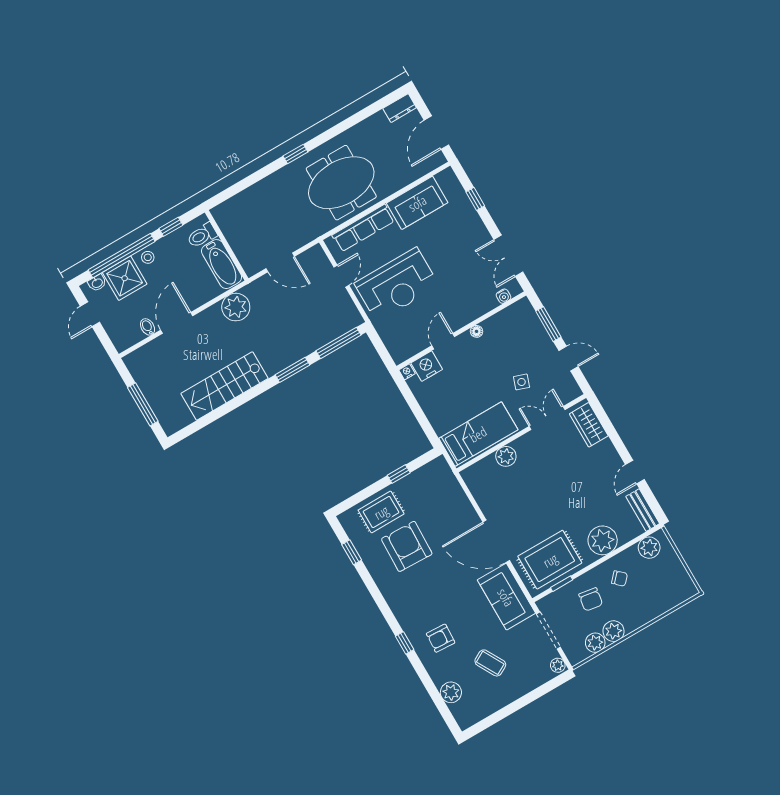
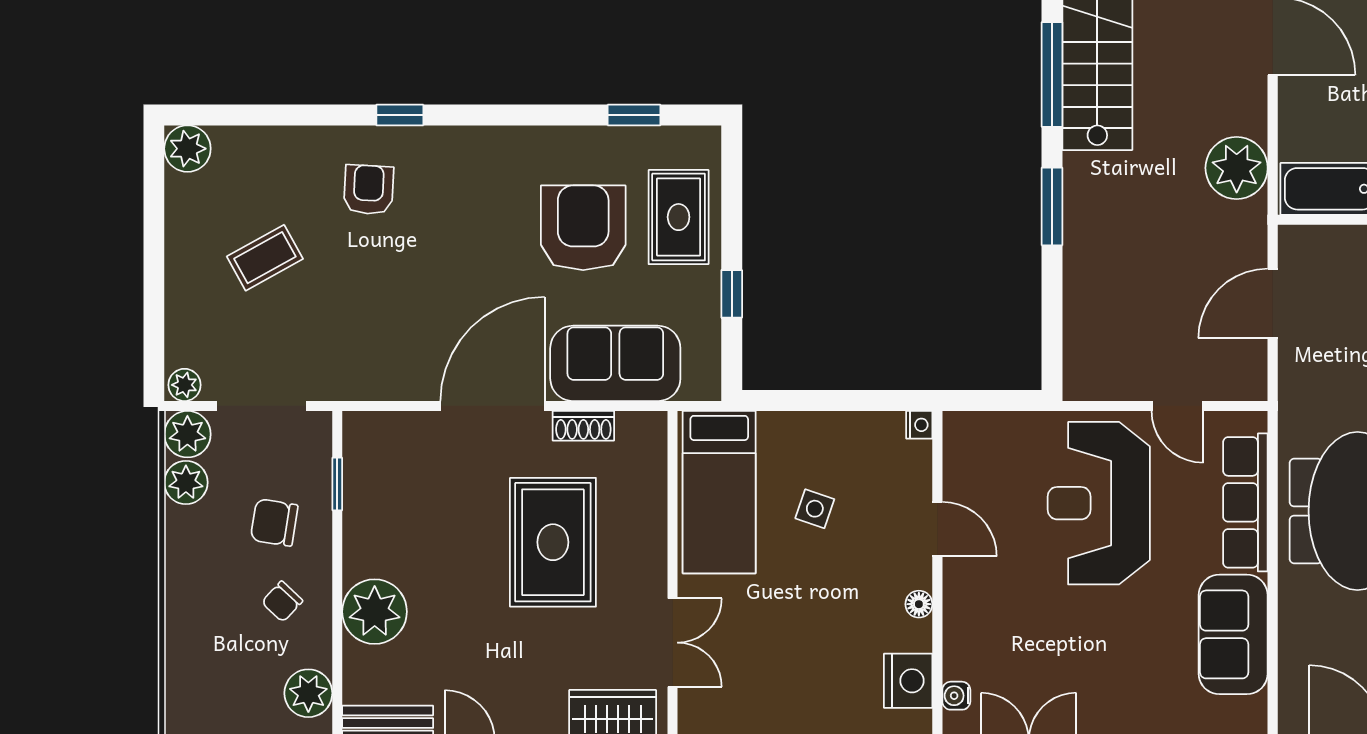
window: (339, 343) -> (1052, 74), moved
nightstand: (427, 366) -> (908, 681), moved
side table: (522, 382) -> (815, 509), moved
plant: (506, 456) -> (645, 520), removed
shoe rack: (483, 502) -> (583, 426), added
armchair: (407, 546) -> (583, 228), turned -92
rug: (550, 560) -> (553, 542), moved
sofa: (506, 597) -> (615, 363), moved
plant: (614, 631) -> (187, 434), moved
plant: (451, 692) -> (187, 149), moved

